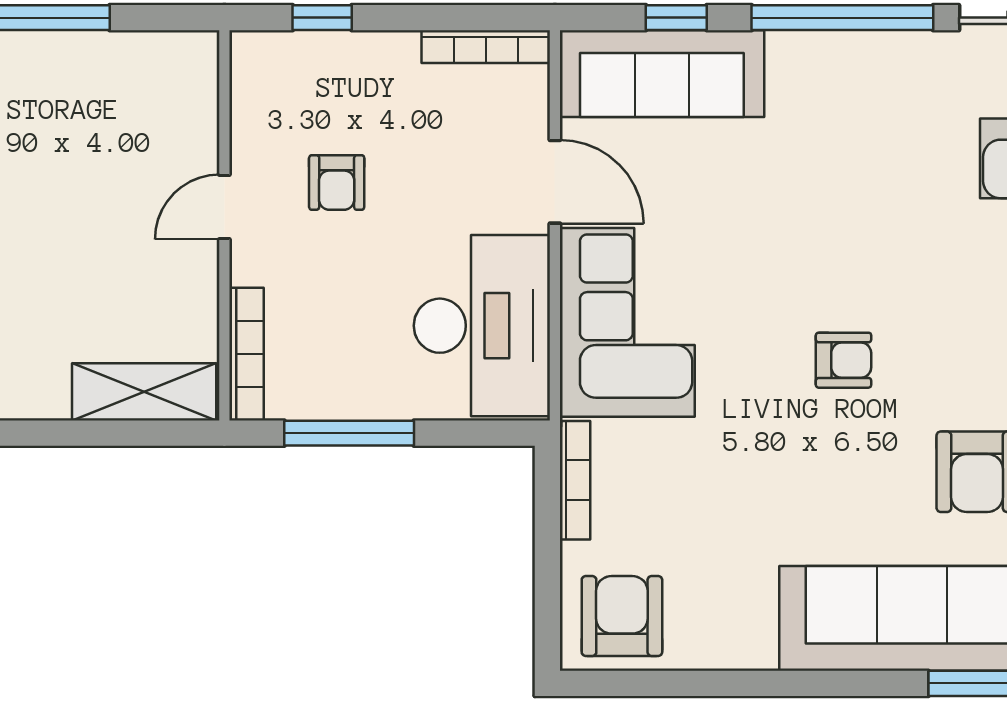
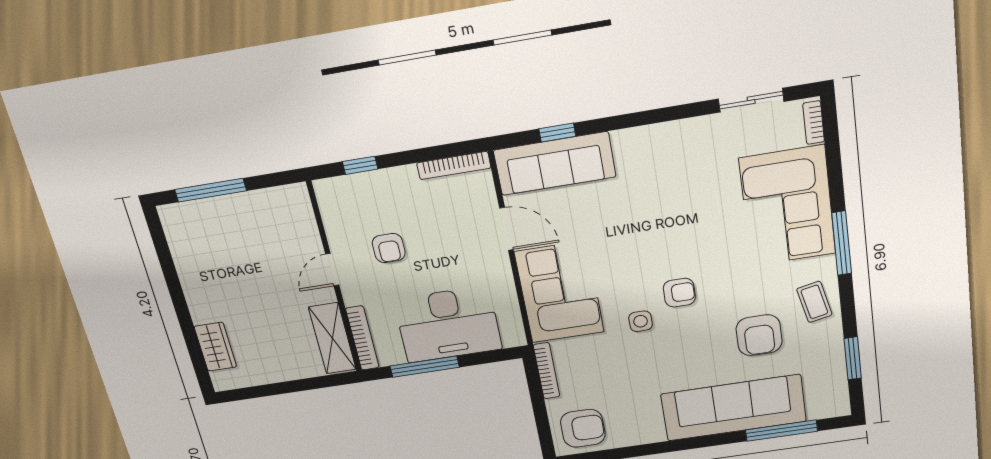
window: (842, 18) -> (652, 117), removed
desk: (482, 326) -> (448, 324), moved, turned 90
shelving: (144, 392) -> (332, 338), moved, turned 90
side table: (765, 406) -> (641, 321), added
armchair: (622, 616) -> (583, 428), turned 90

